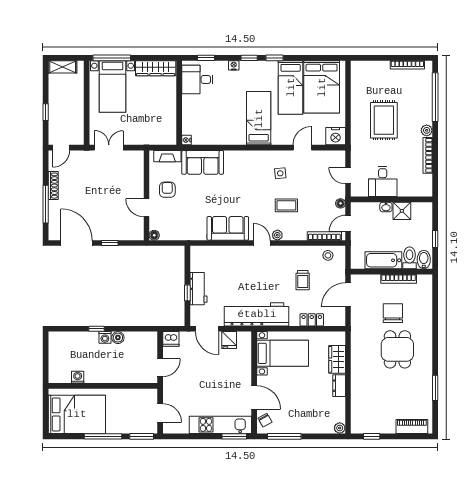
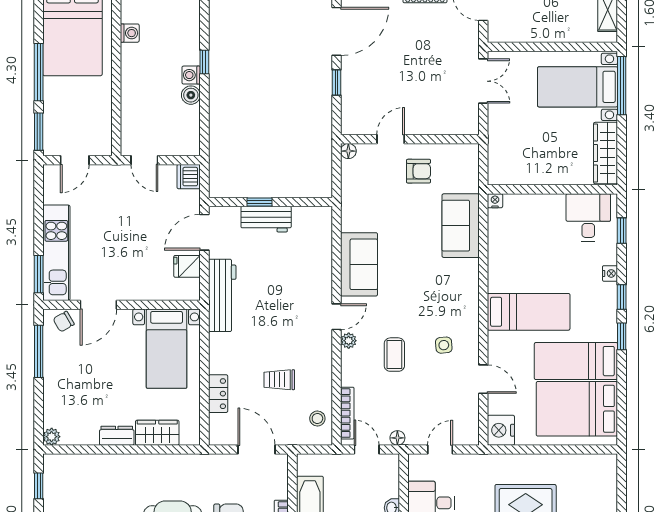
fireplace: (167, 156) -> (470, 171), removed
workbench: (257, 314) -> (222, 295), width x0.73, depth x0.76

